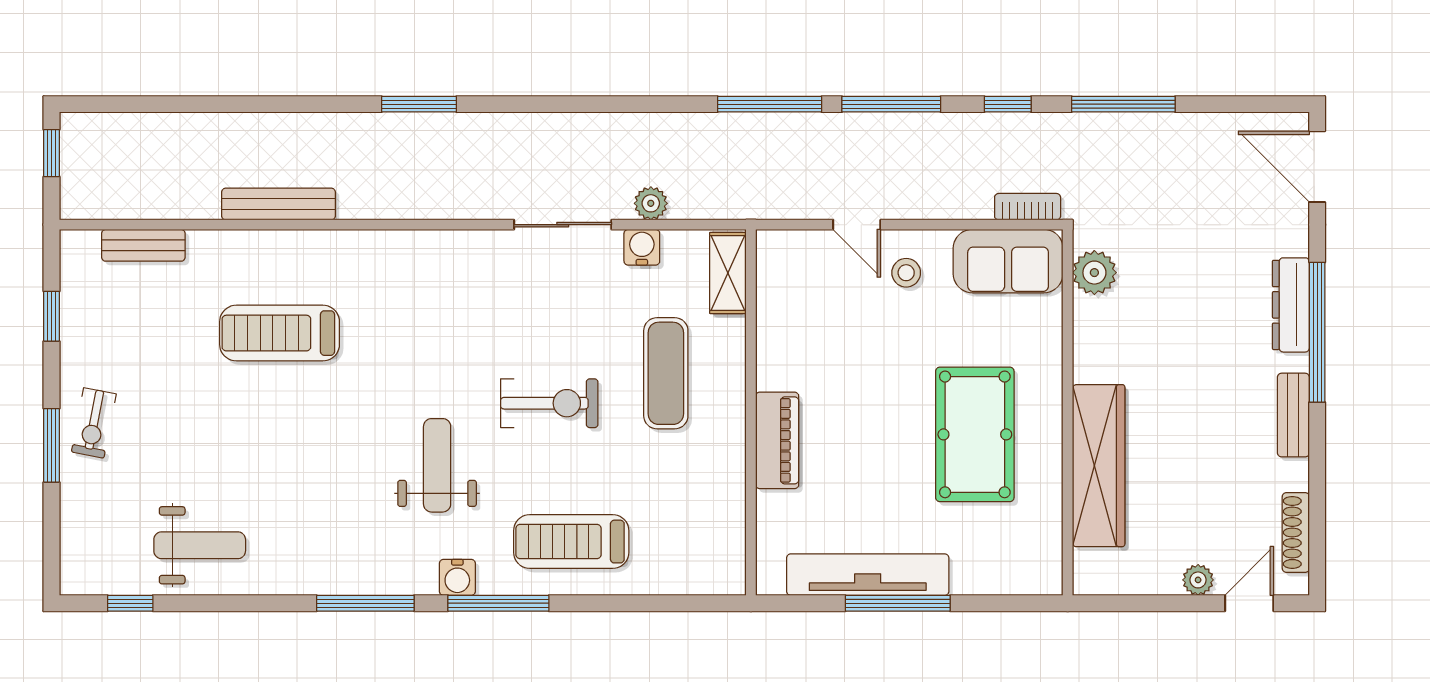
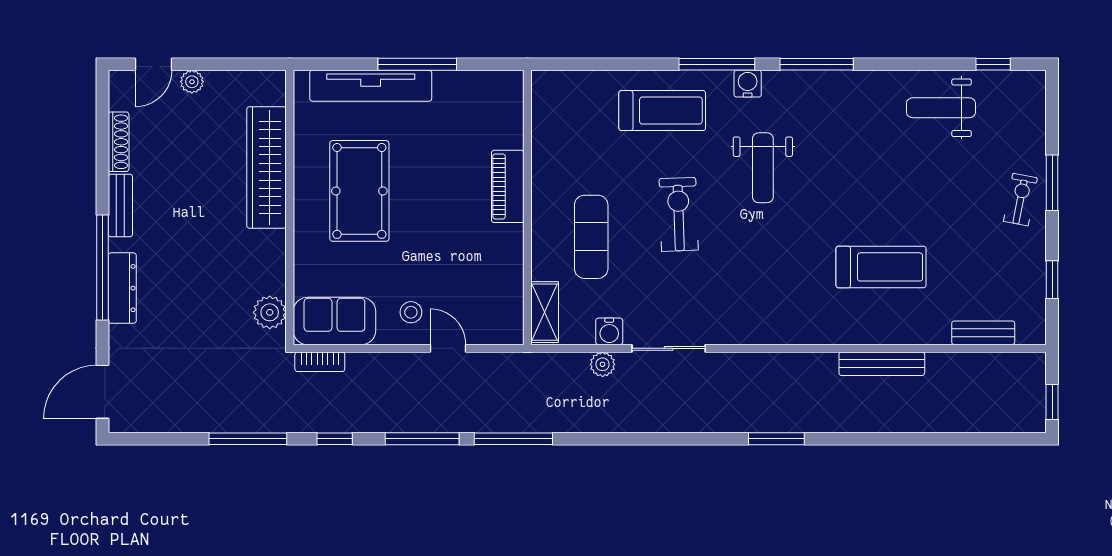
door: (1317, 167) -> (103, 392), swing flipped
exercise bike: (549, 403) -> (679, 214), turned 88
shoe rack: (1296, 532) -> (119, 142), moved
tv unit: (868, 575) -> (371, 86), moved

